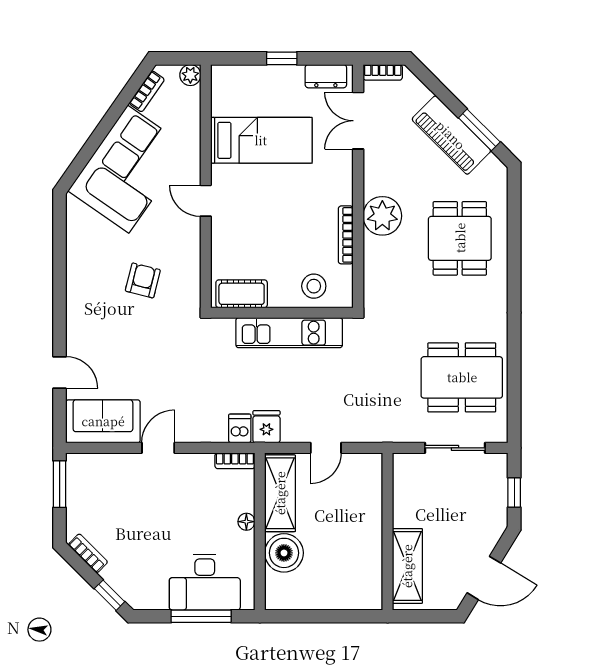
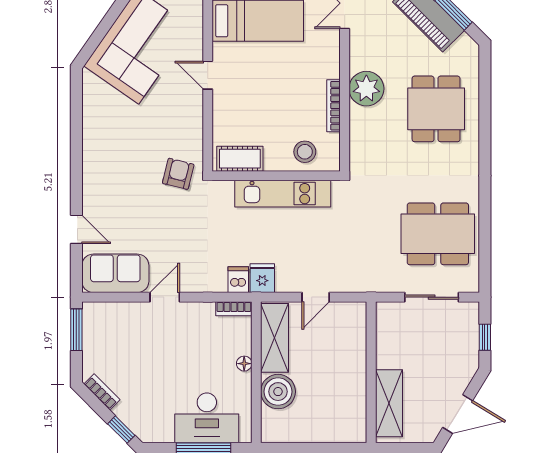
armchair: (143, 280) -> (178, 174), moved

